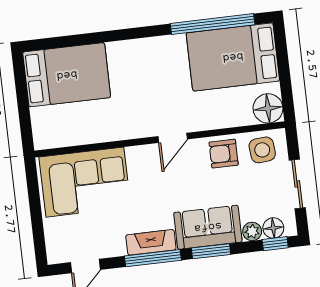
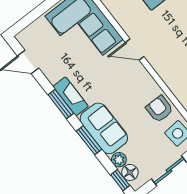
door: (173, 138) -> (135, 49), moved
window: (153, 258) -> (61, 104), width x0.69

